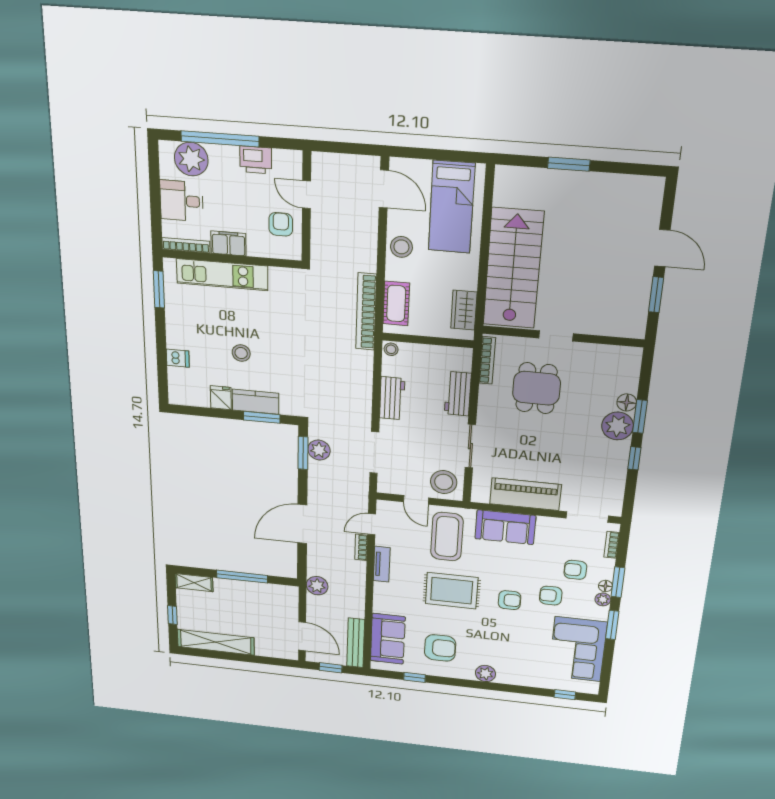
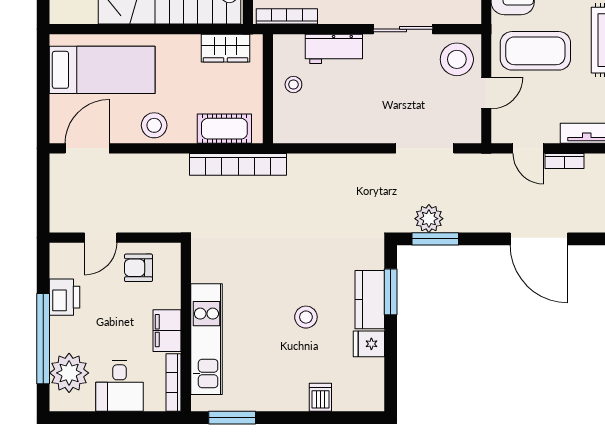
stool: (391, 349) -> (293, 84), moved
workbench: (392, 398) -> (348, 129), removed

